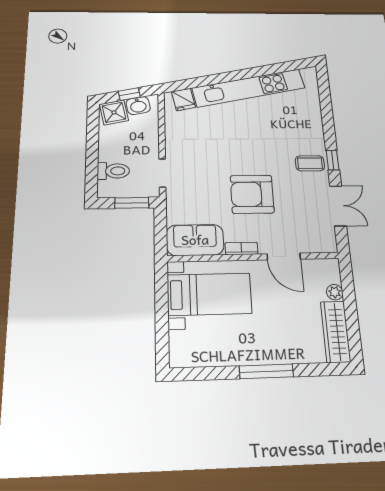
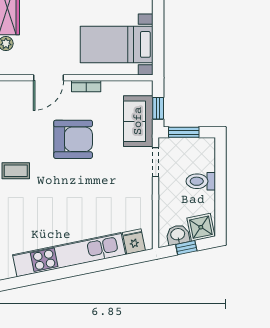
toilet: (113, 171) -> (201, 181), moved
window: (160, 227) -> (158, 108), added
sofa: (195, 240) -> (138, 121), moved, turned 90
door: (284, 257) -> (49, 78), swing flipped

